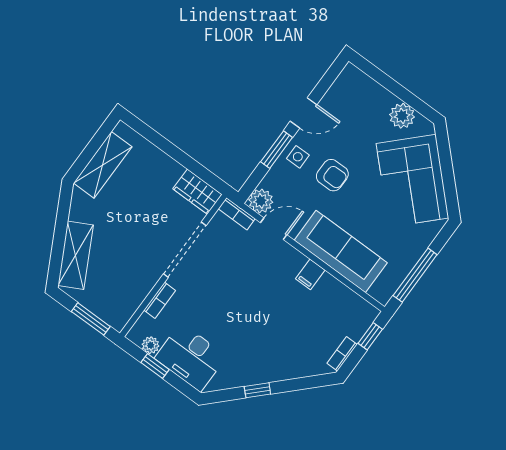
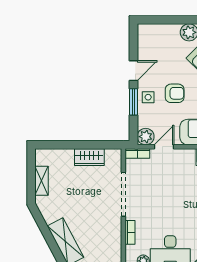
shelving: (103, 165) -> (42, 181), width x0.67, depth x0.75
wardrobe: (197, 192) -> (89, 157), moved

